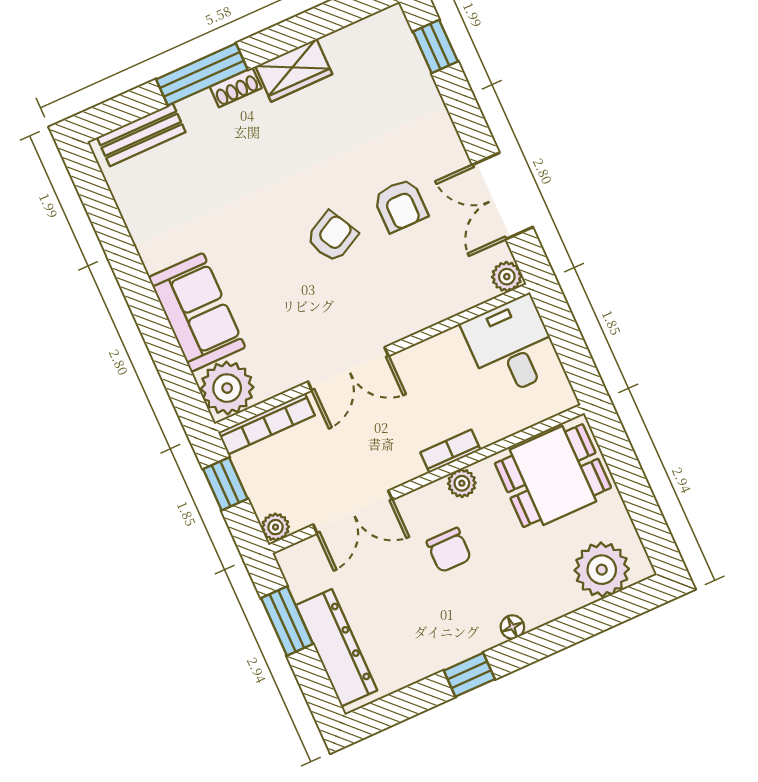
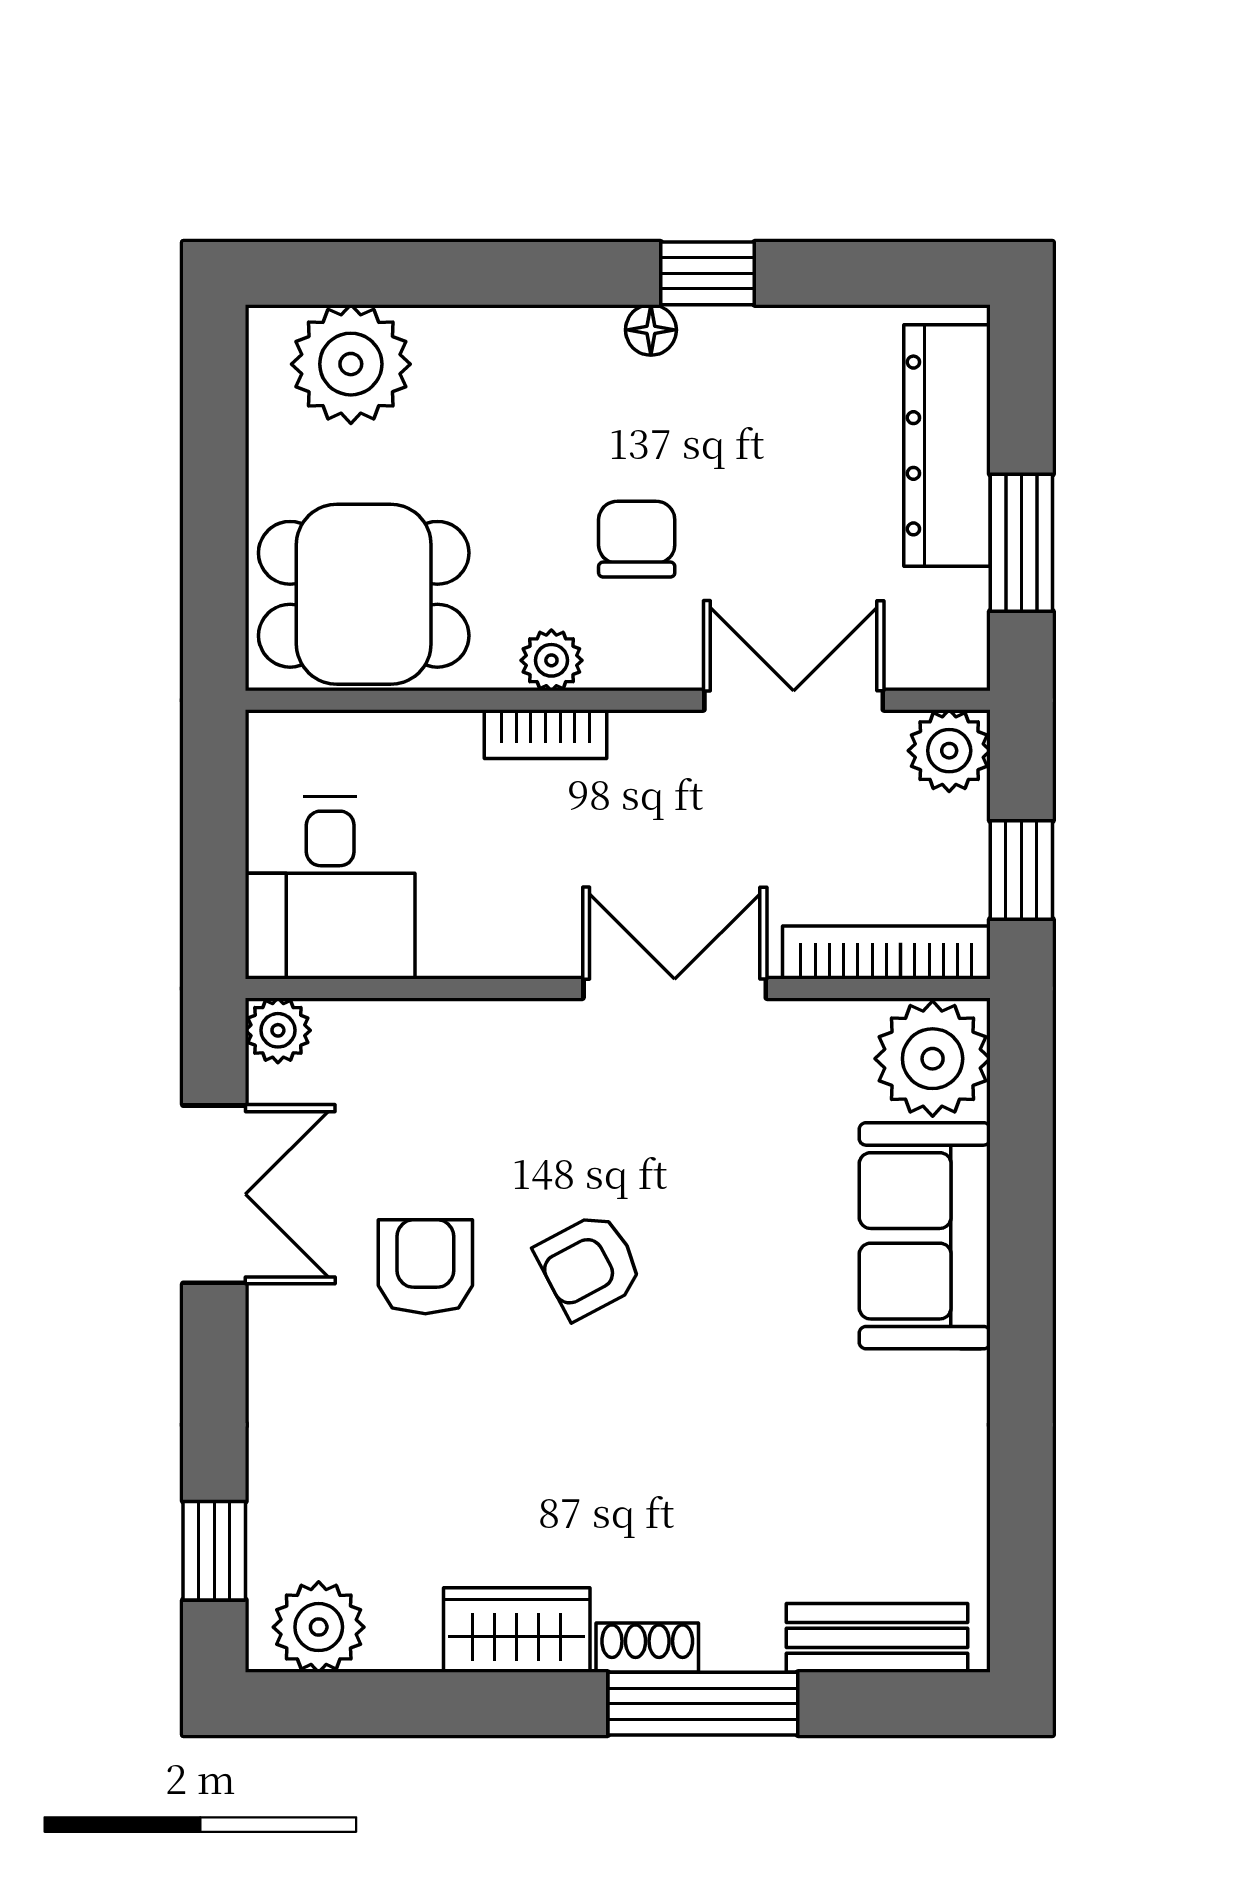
plant: (377, 34) -> (319, 1627), added
plant: (276, 527) -> (949, 751), width x1.38, depth x1.38
floor lamp: (512, 627) -> (651, 330), moved

